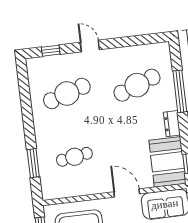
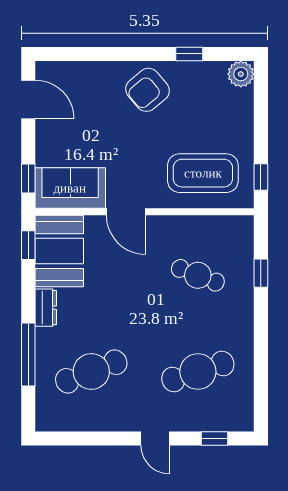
cafe table: (74, 157) -> (198, 275), turned 30
window: (33, 163) -> (261, 273), width x0.67

